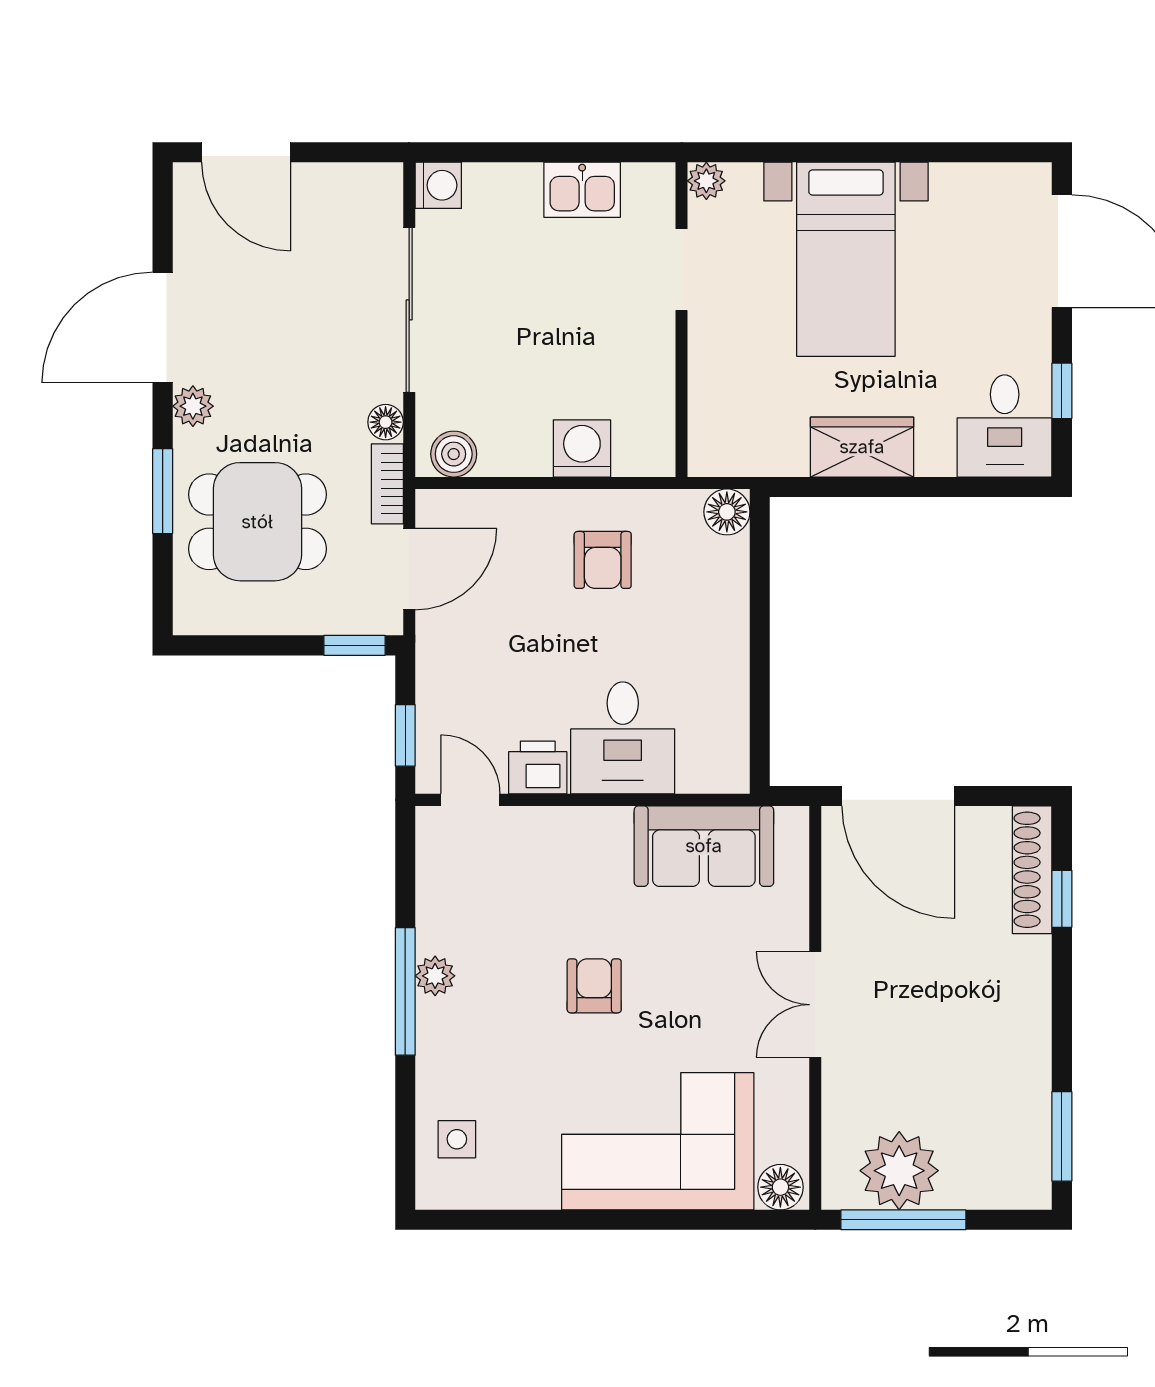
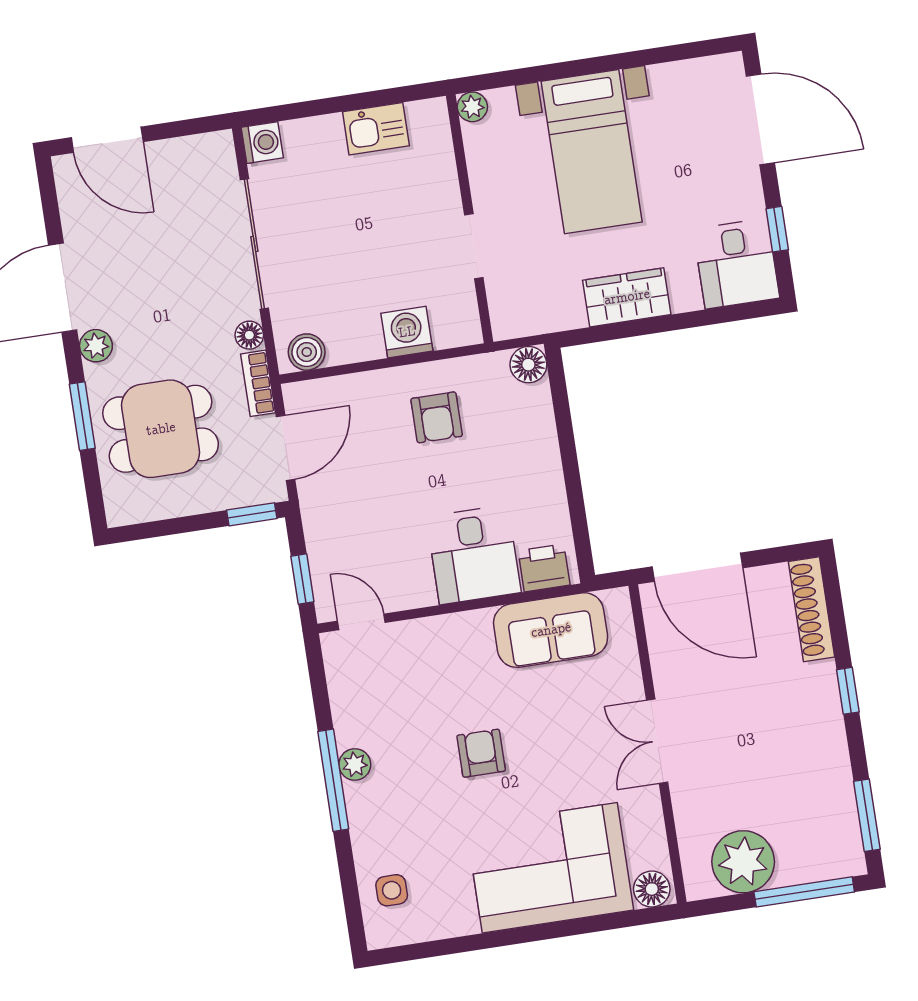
doorway: (682, 270) -> (474, 246), moved
printer: (538, 768) -> (544, 568), moved
window: (1062, 899) -> (848, 691), moved
window: (903, 1220) -> (804, 892), moved

